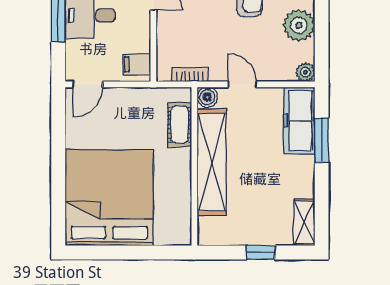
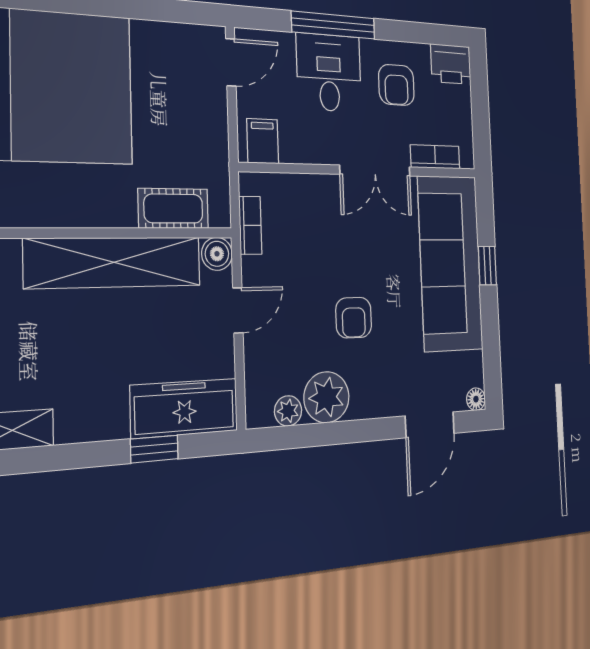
plant: (305, 72) -> (288, 411), moved
door: (88, 84) -> (231, 62), swing flipped
window: (322, 140) -> (154, 449), width x0.67

